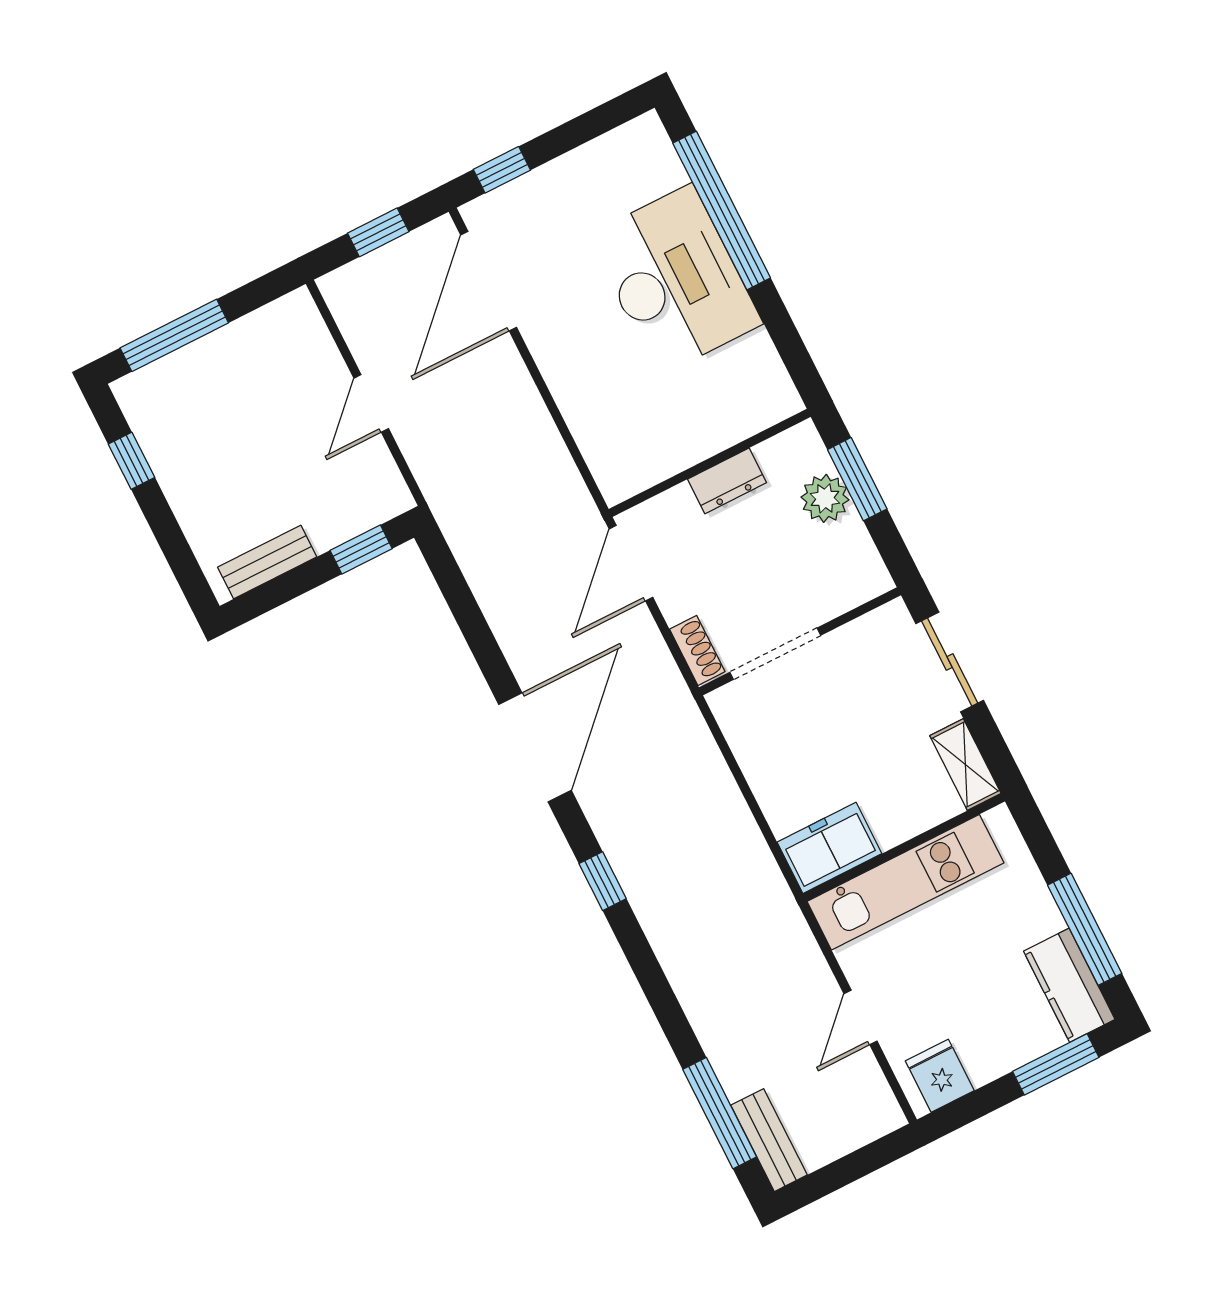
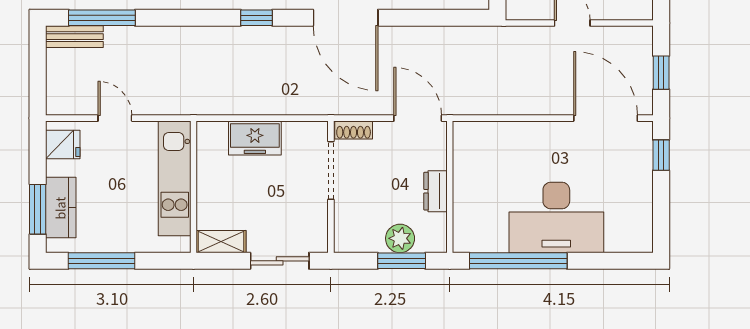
window: (722, 211) -> (518, 261), moved
freezer: (829, 848) -> (255, 138), moved, turned 90
kitchen counter: (1069, 985) -> (61, 208), moved, turned 90

